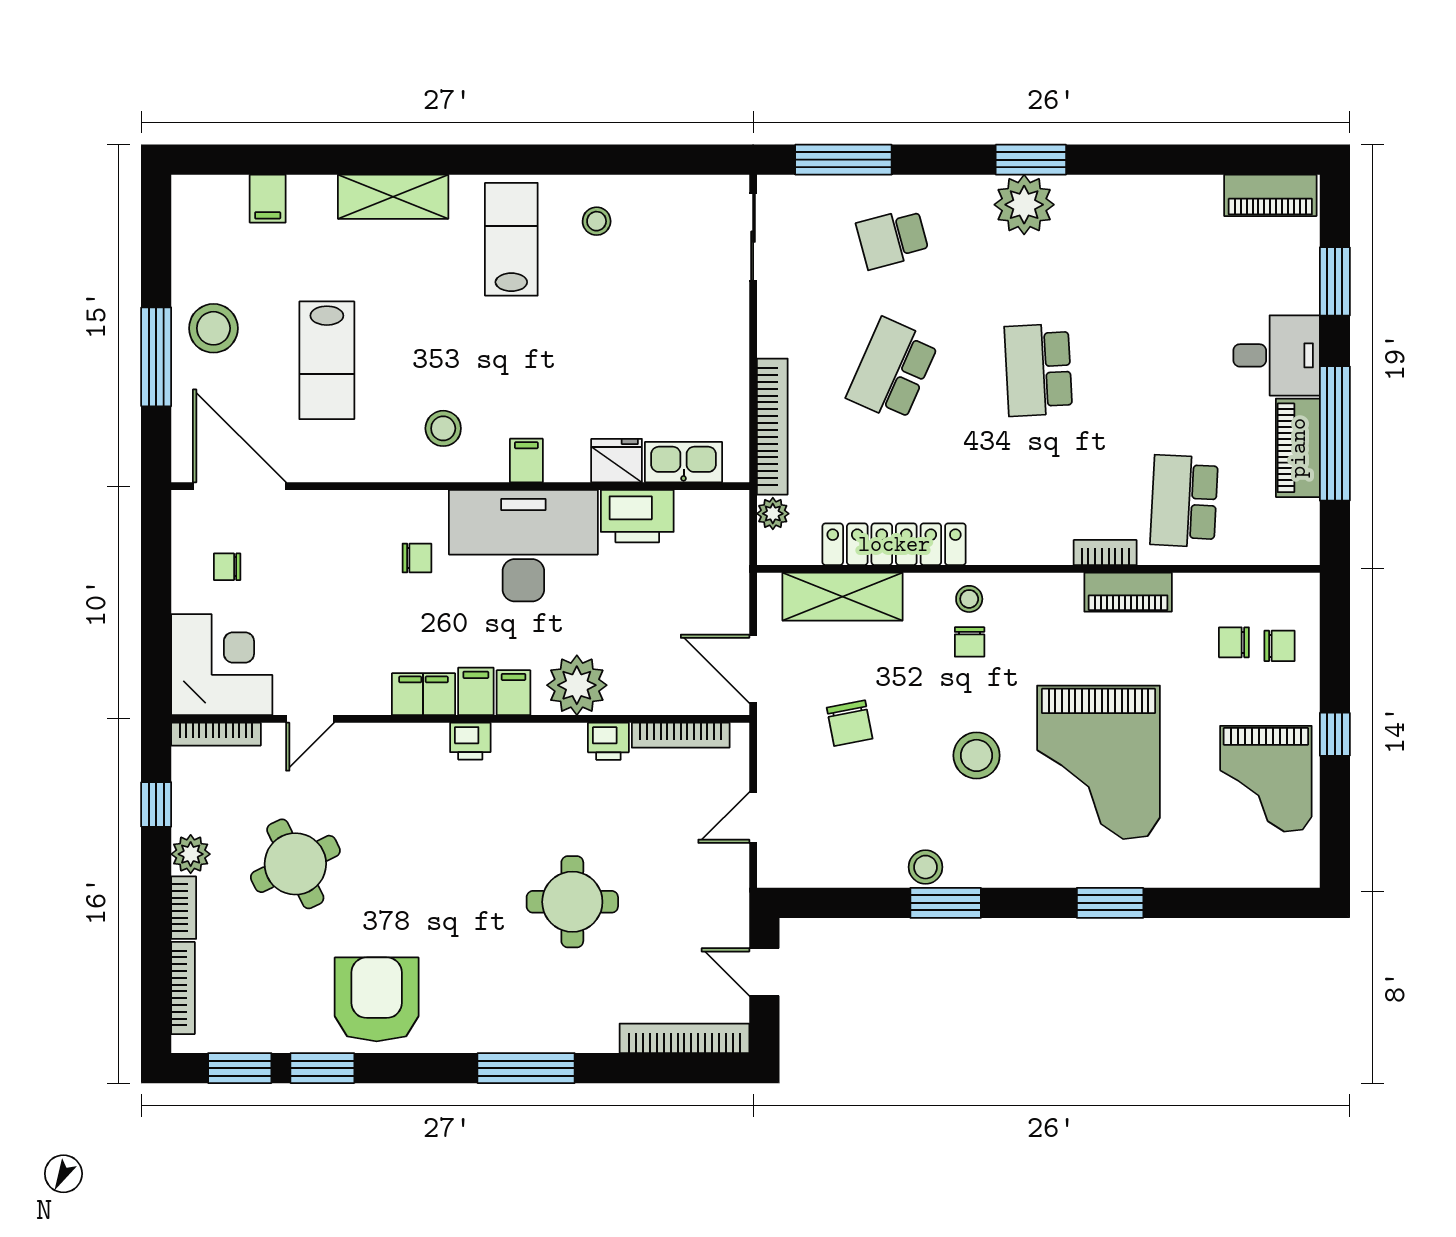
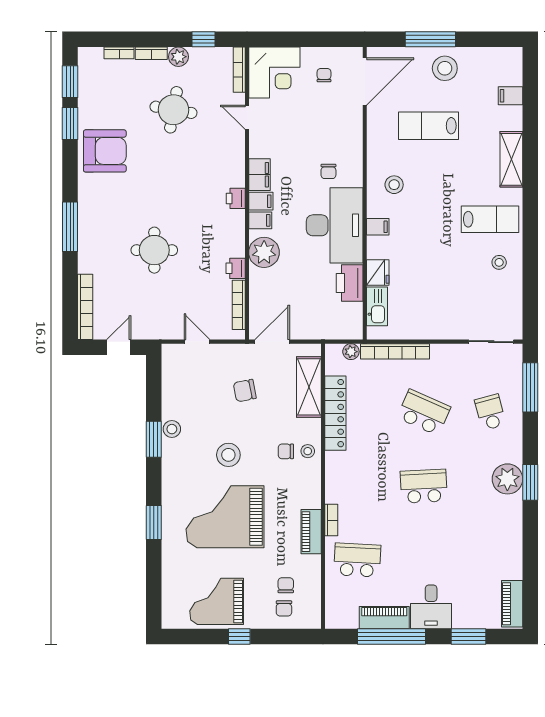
round table: (295, 864) -> (173, 110), turned 36
bookcase: (183, 988) -> (119, 53), width x0.64

